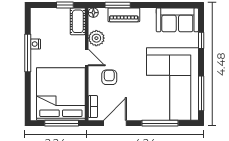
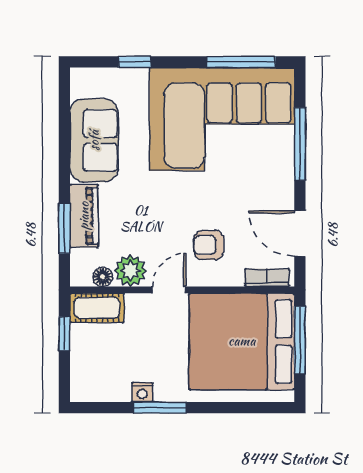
floor lamp: (93, 13) -> (103, 277), moved
sofa: (177, 20) -> (94, 140), moved
window: (28, 53) -> (160, 408), width x0.69

